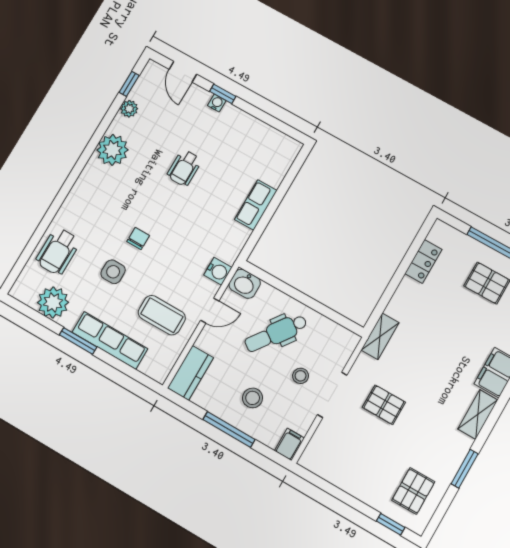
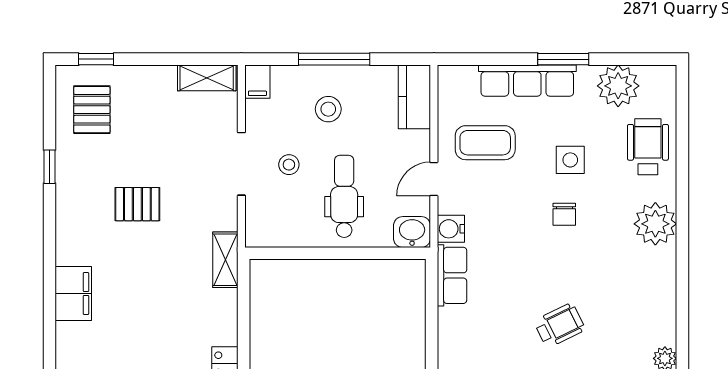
plant: (112, 150) -> (655, 224), moved
wheelchair: (184, 168) -> (559, 325), turned 64
row of seats: (256, 205) -> (452, 275), moved
dental chair: (276, 333) -> (344, 196), turned -36
pallet: (384, 405) -> (137, 204), moved
shelving: (478, 414) -> (207, 78), moved, turned 90
window: (465, 469) -> (49, 167), width x0.67

